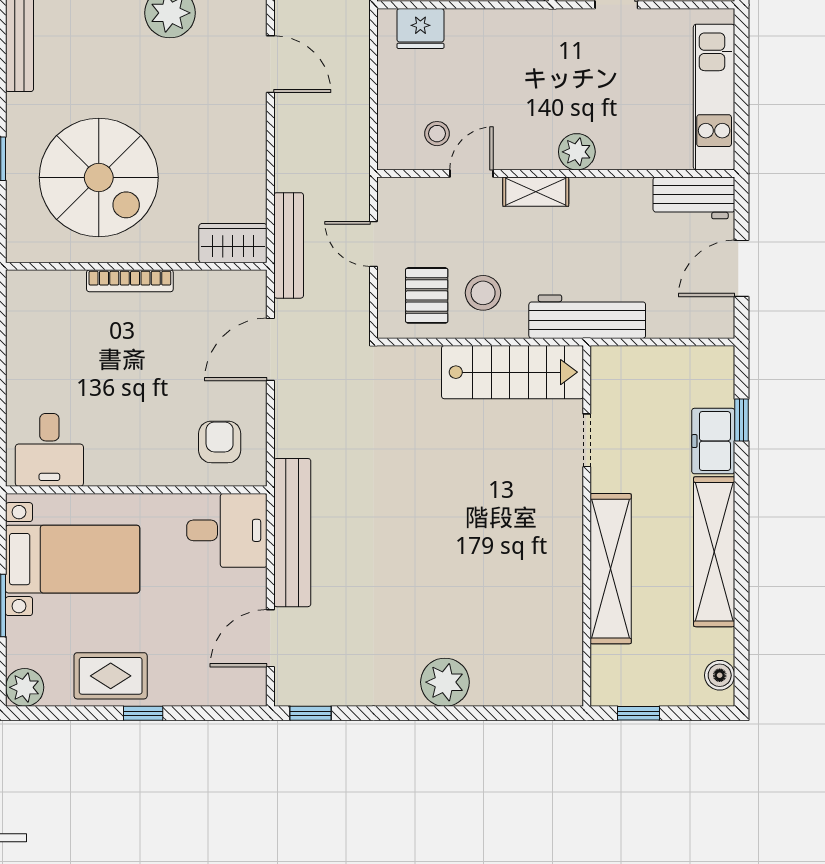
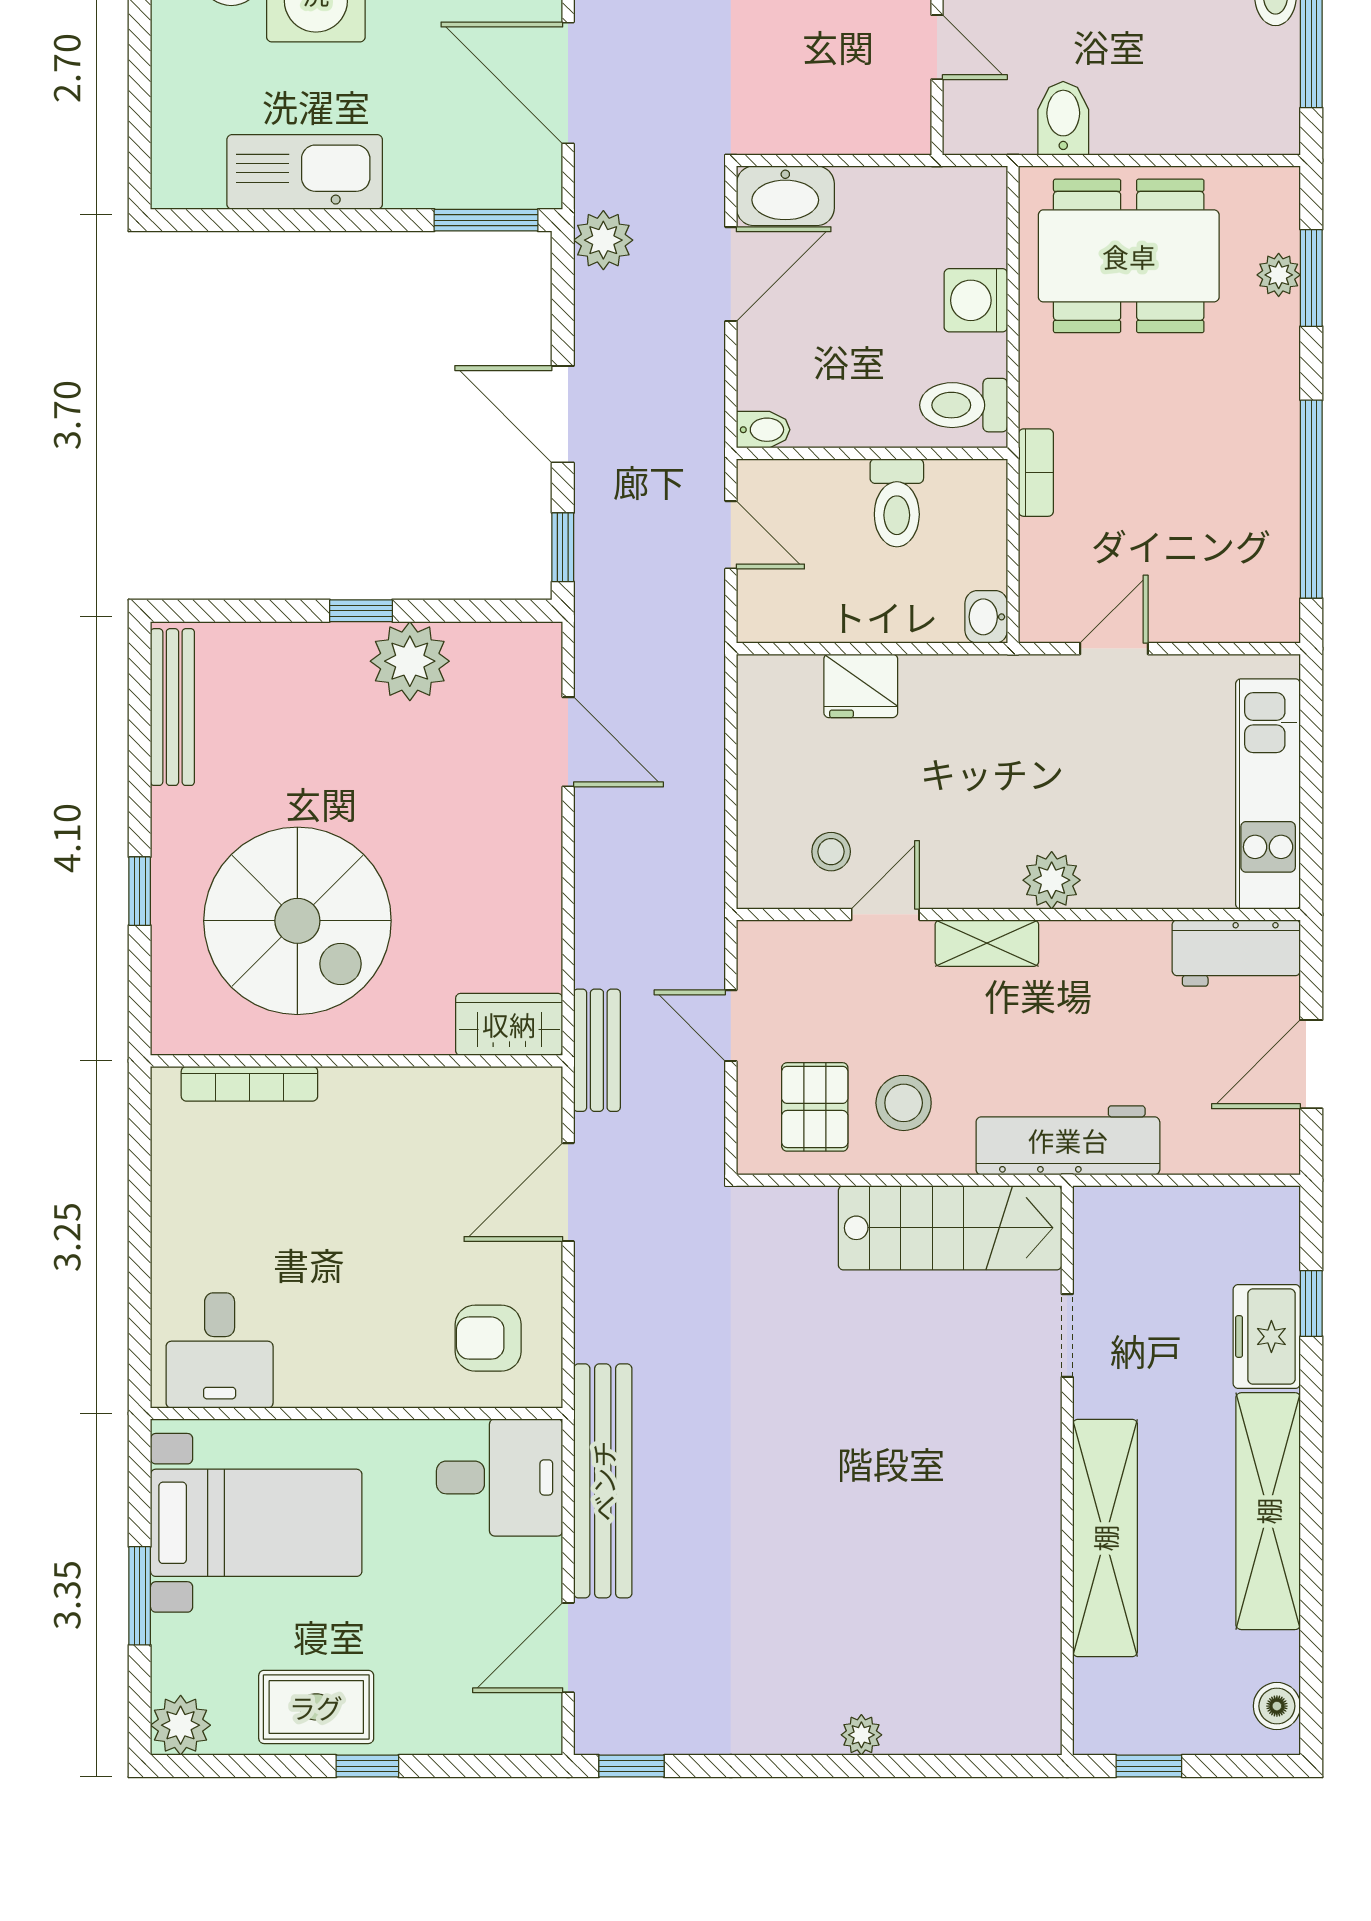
fridge: (420, 29) -> (861, 686), moved
bench: (289, 245) -> (597, 1050), width x0.73
bookcase: (130, 281) -> (249, 1084), moved
armchair: (220, 442) -> (488, 1338), turned -90
plant: (445, 682) -> (861, 1735), width x0.53, depth x0.53

